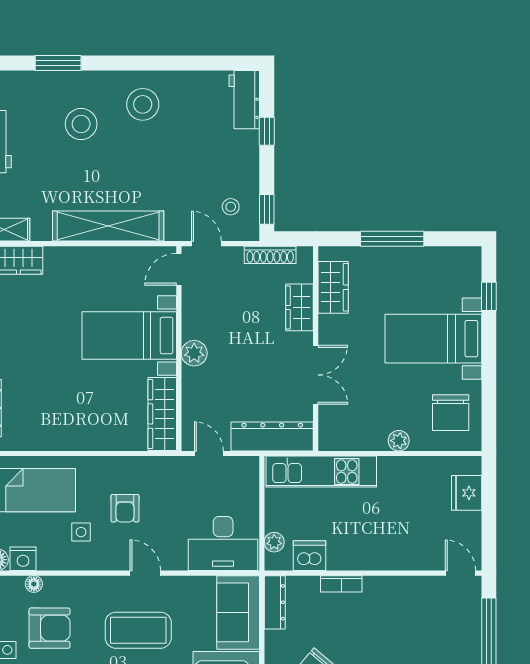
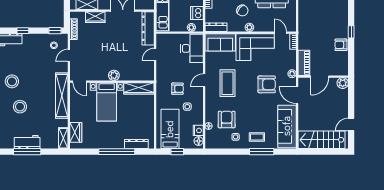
door: (179, 269) -> (80, 82), moved
bed with nightstands: (129, 336) -> (107, 102), moved
wall: (179, 349) -> (112, 82), moved
plant: (194, 353) -> (114, 75), moved
wardrobe: (162, 414) -> (139, 88), moved

